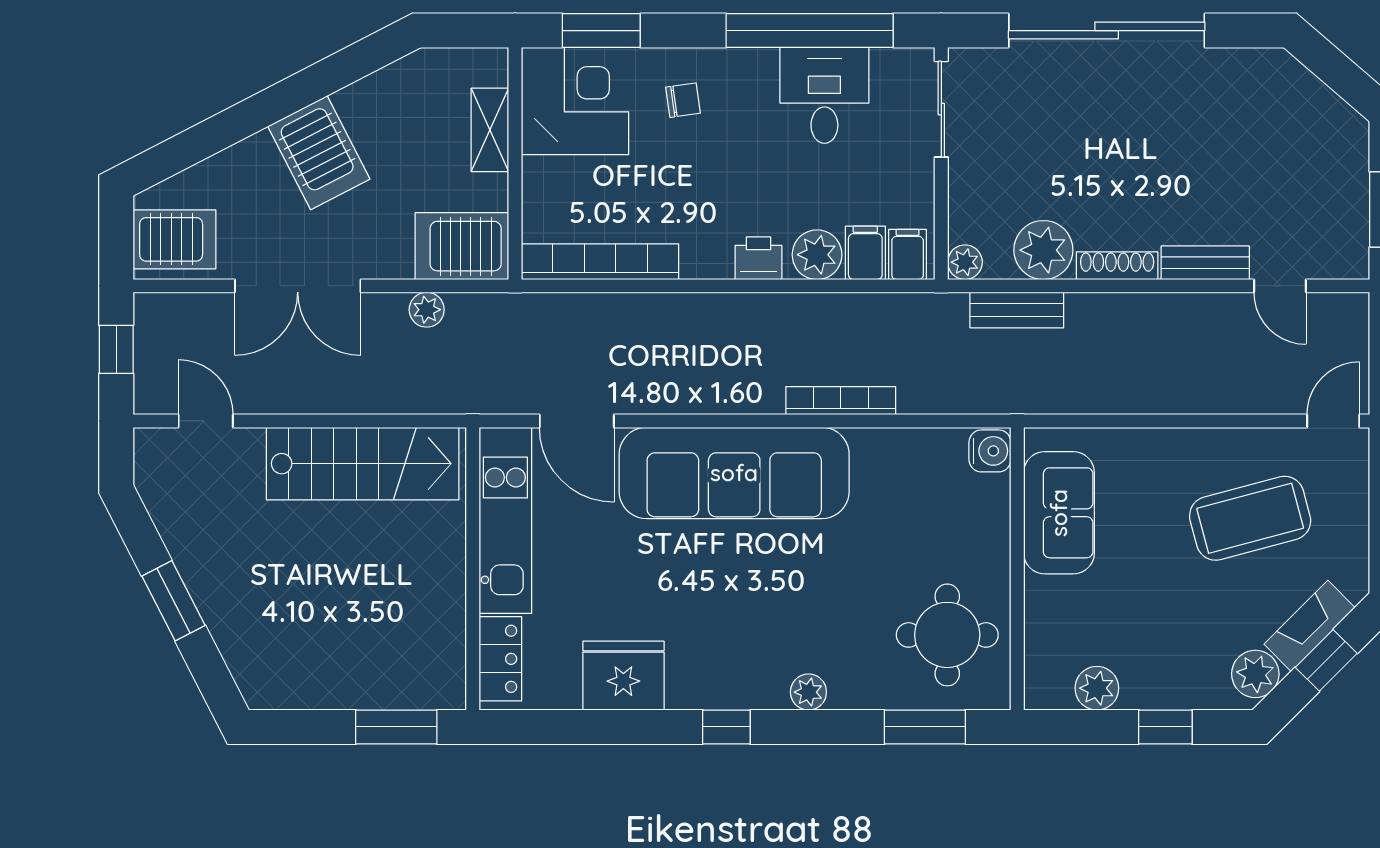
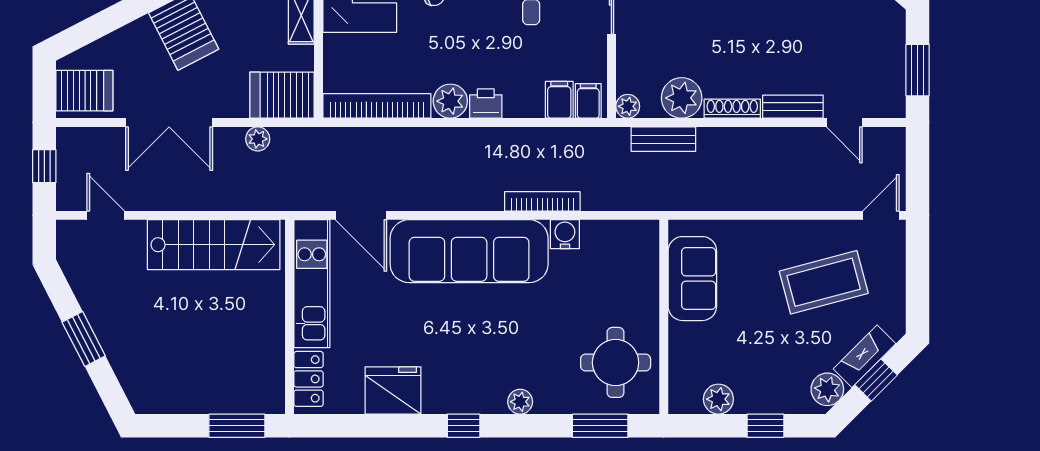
plant: (817, 255) -> (450, 101), moved
water cooler: (990, 451) -> (565, 234), moved, turned -90

